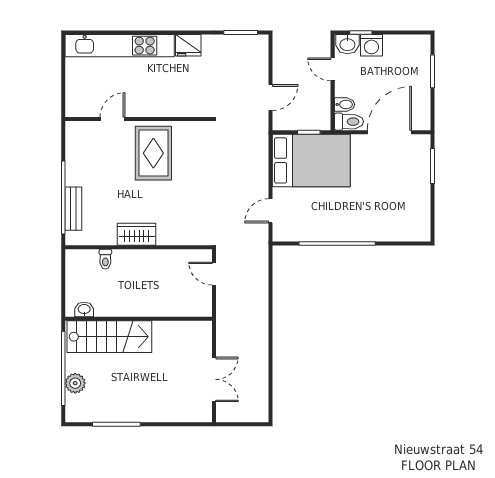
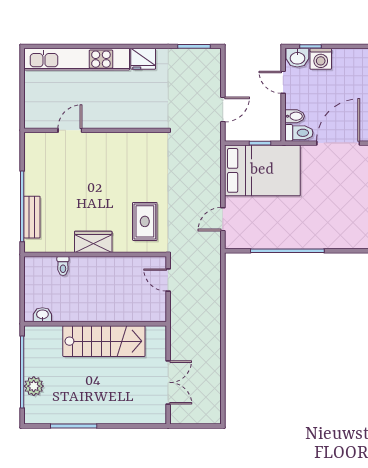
rug: (153, 153) -> (145, 221), moved, width x0.73, depth x0.70
stairs: (109, 337) -> (104, 341), moved

